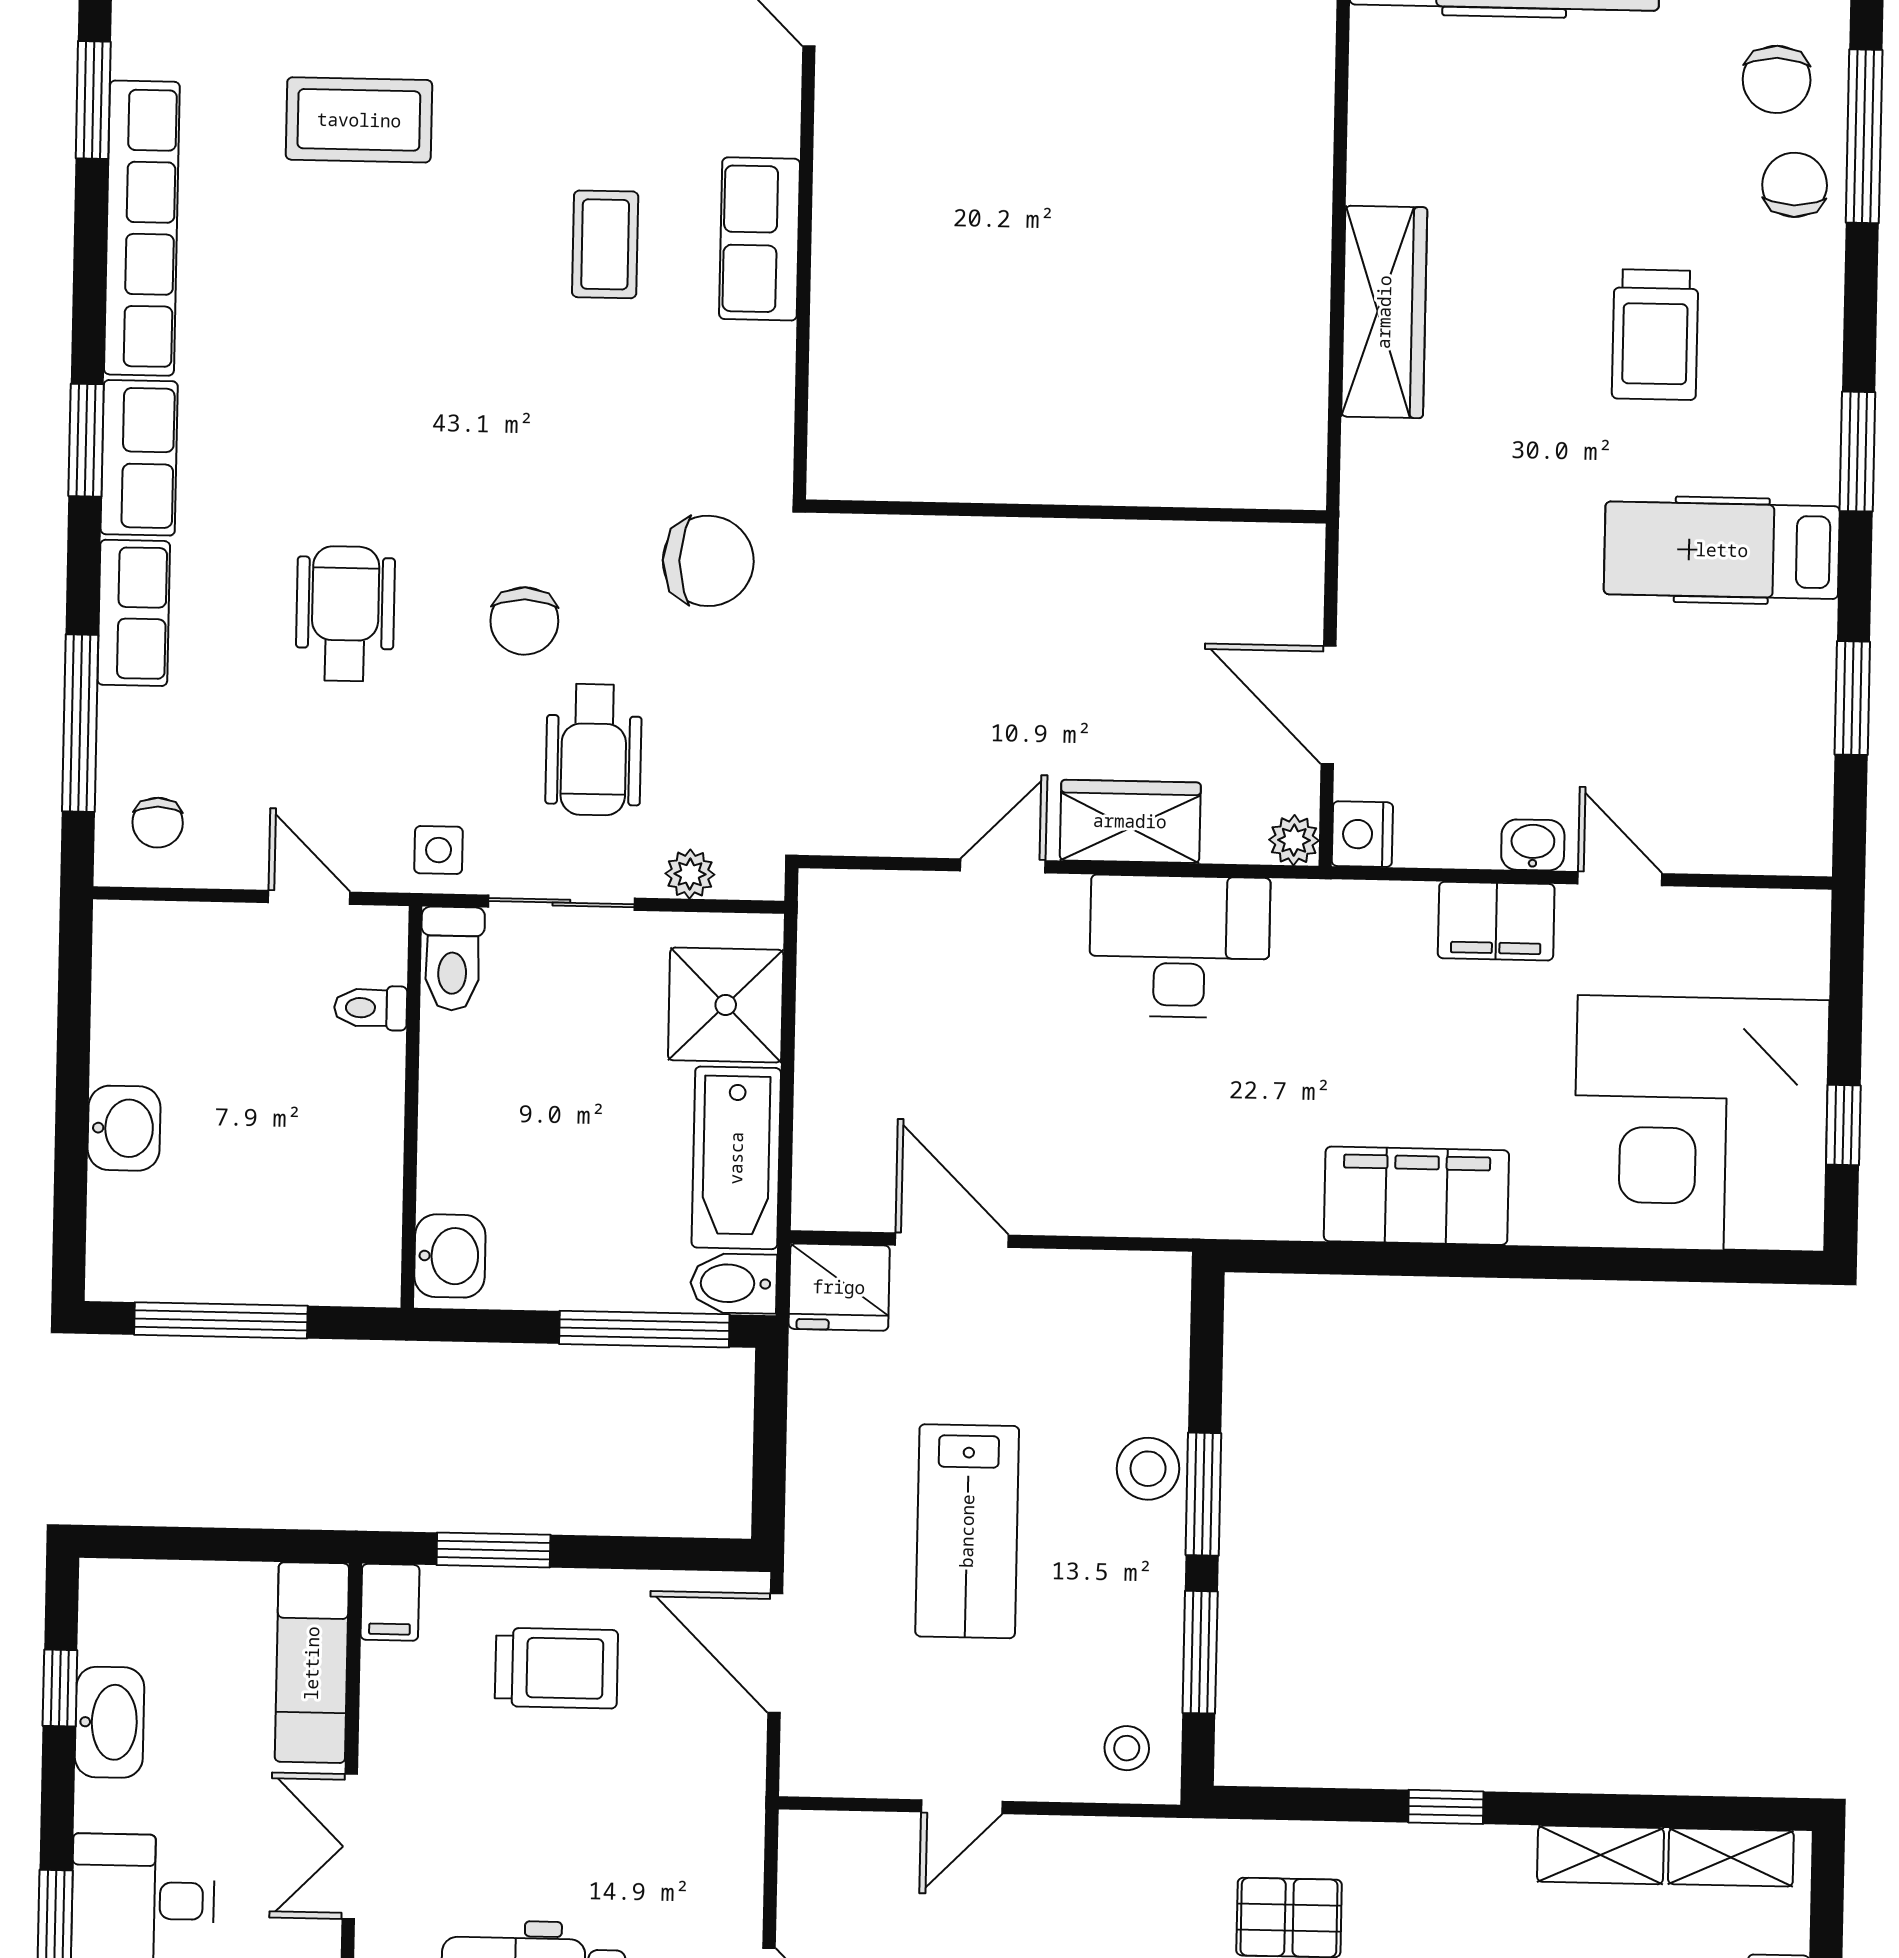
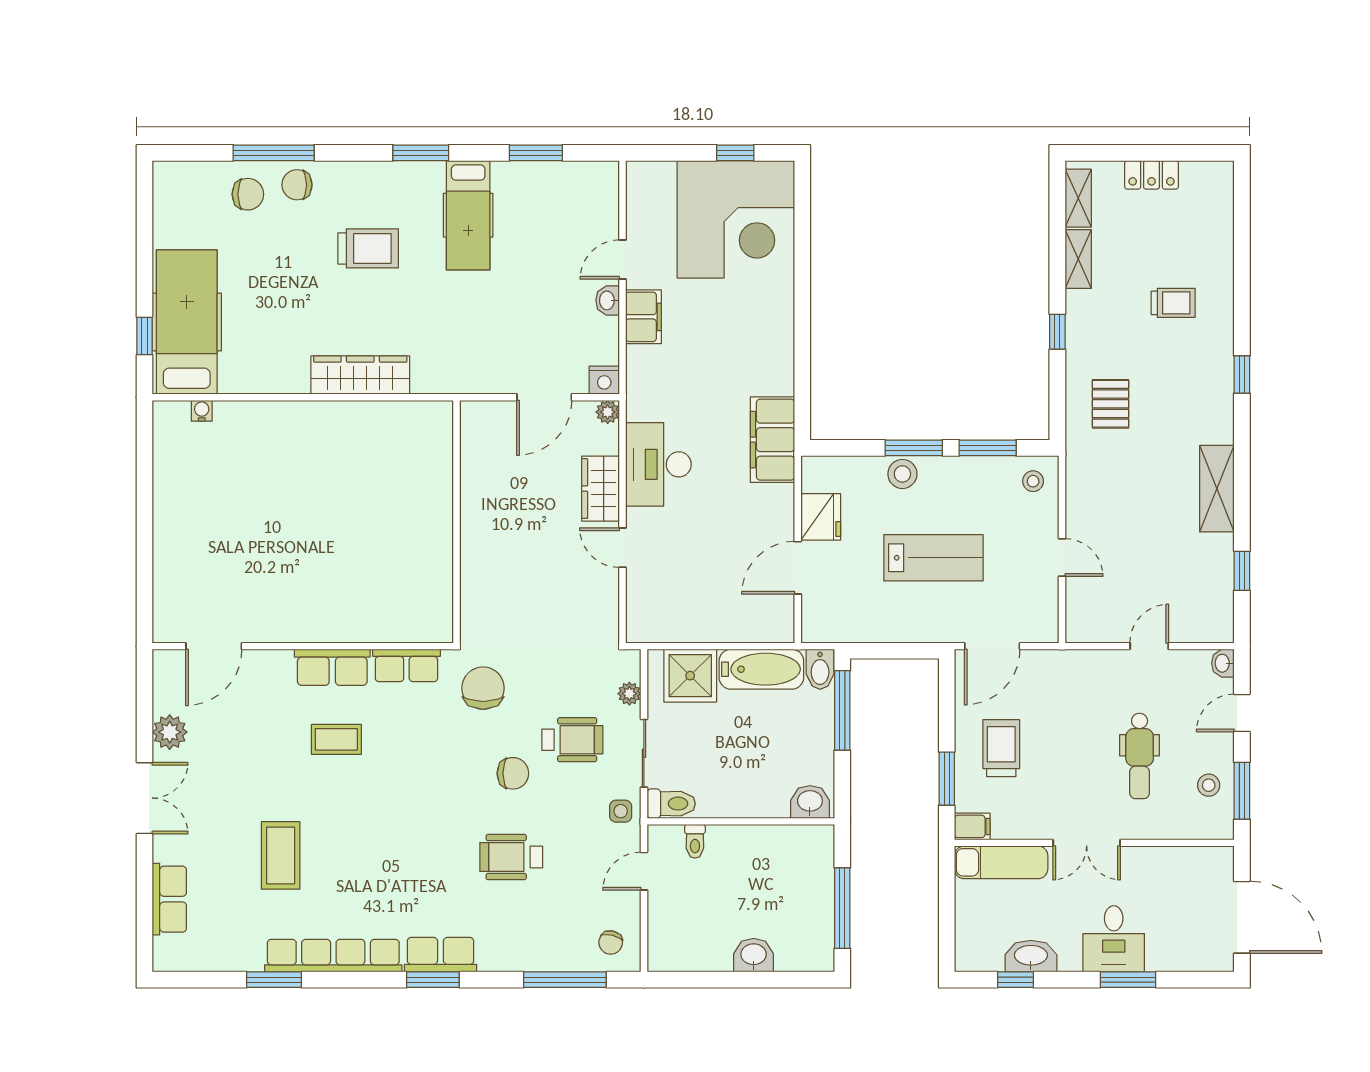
row of seats: (134, 613) -> (406, 665), moved, turned 180
chair: (158, 823) -> (611, 943), turned 103
filing cabinet: (1416, 1196) -> (772, 440), moved
fridge: (839, 1287) -> (821, 517), moved

